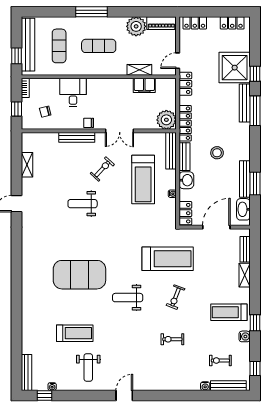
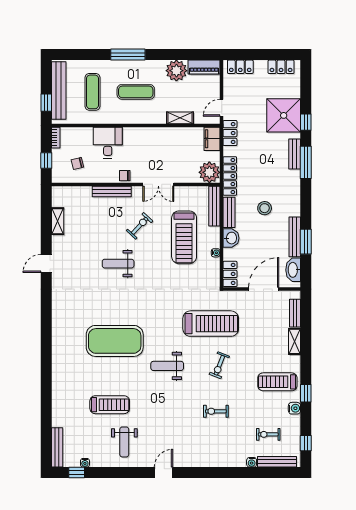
filing cabinet: (144, 85) -> (212, 139), moved, turned 90
bench: (245, 103) -> (295, 154), width x0.73

